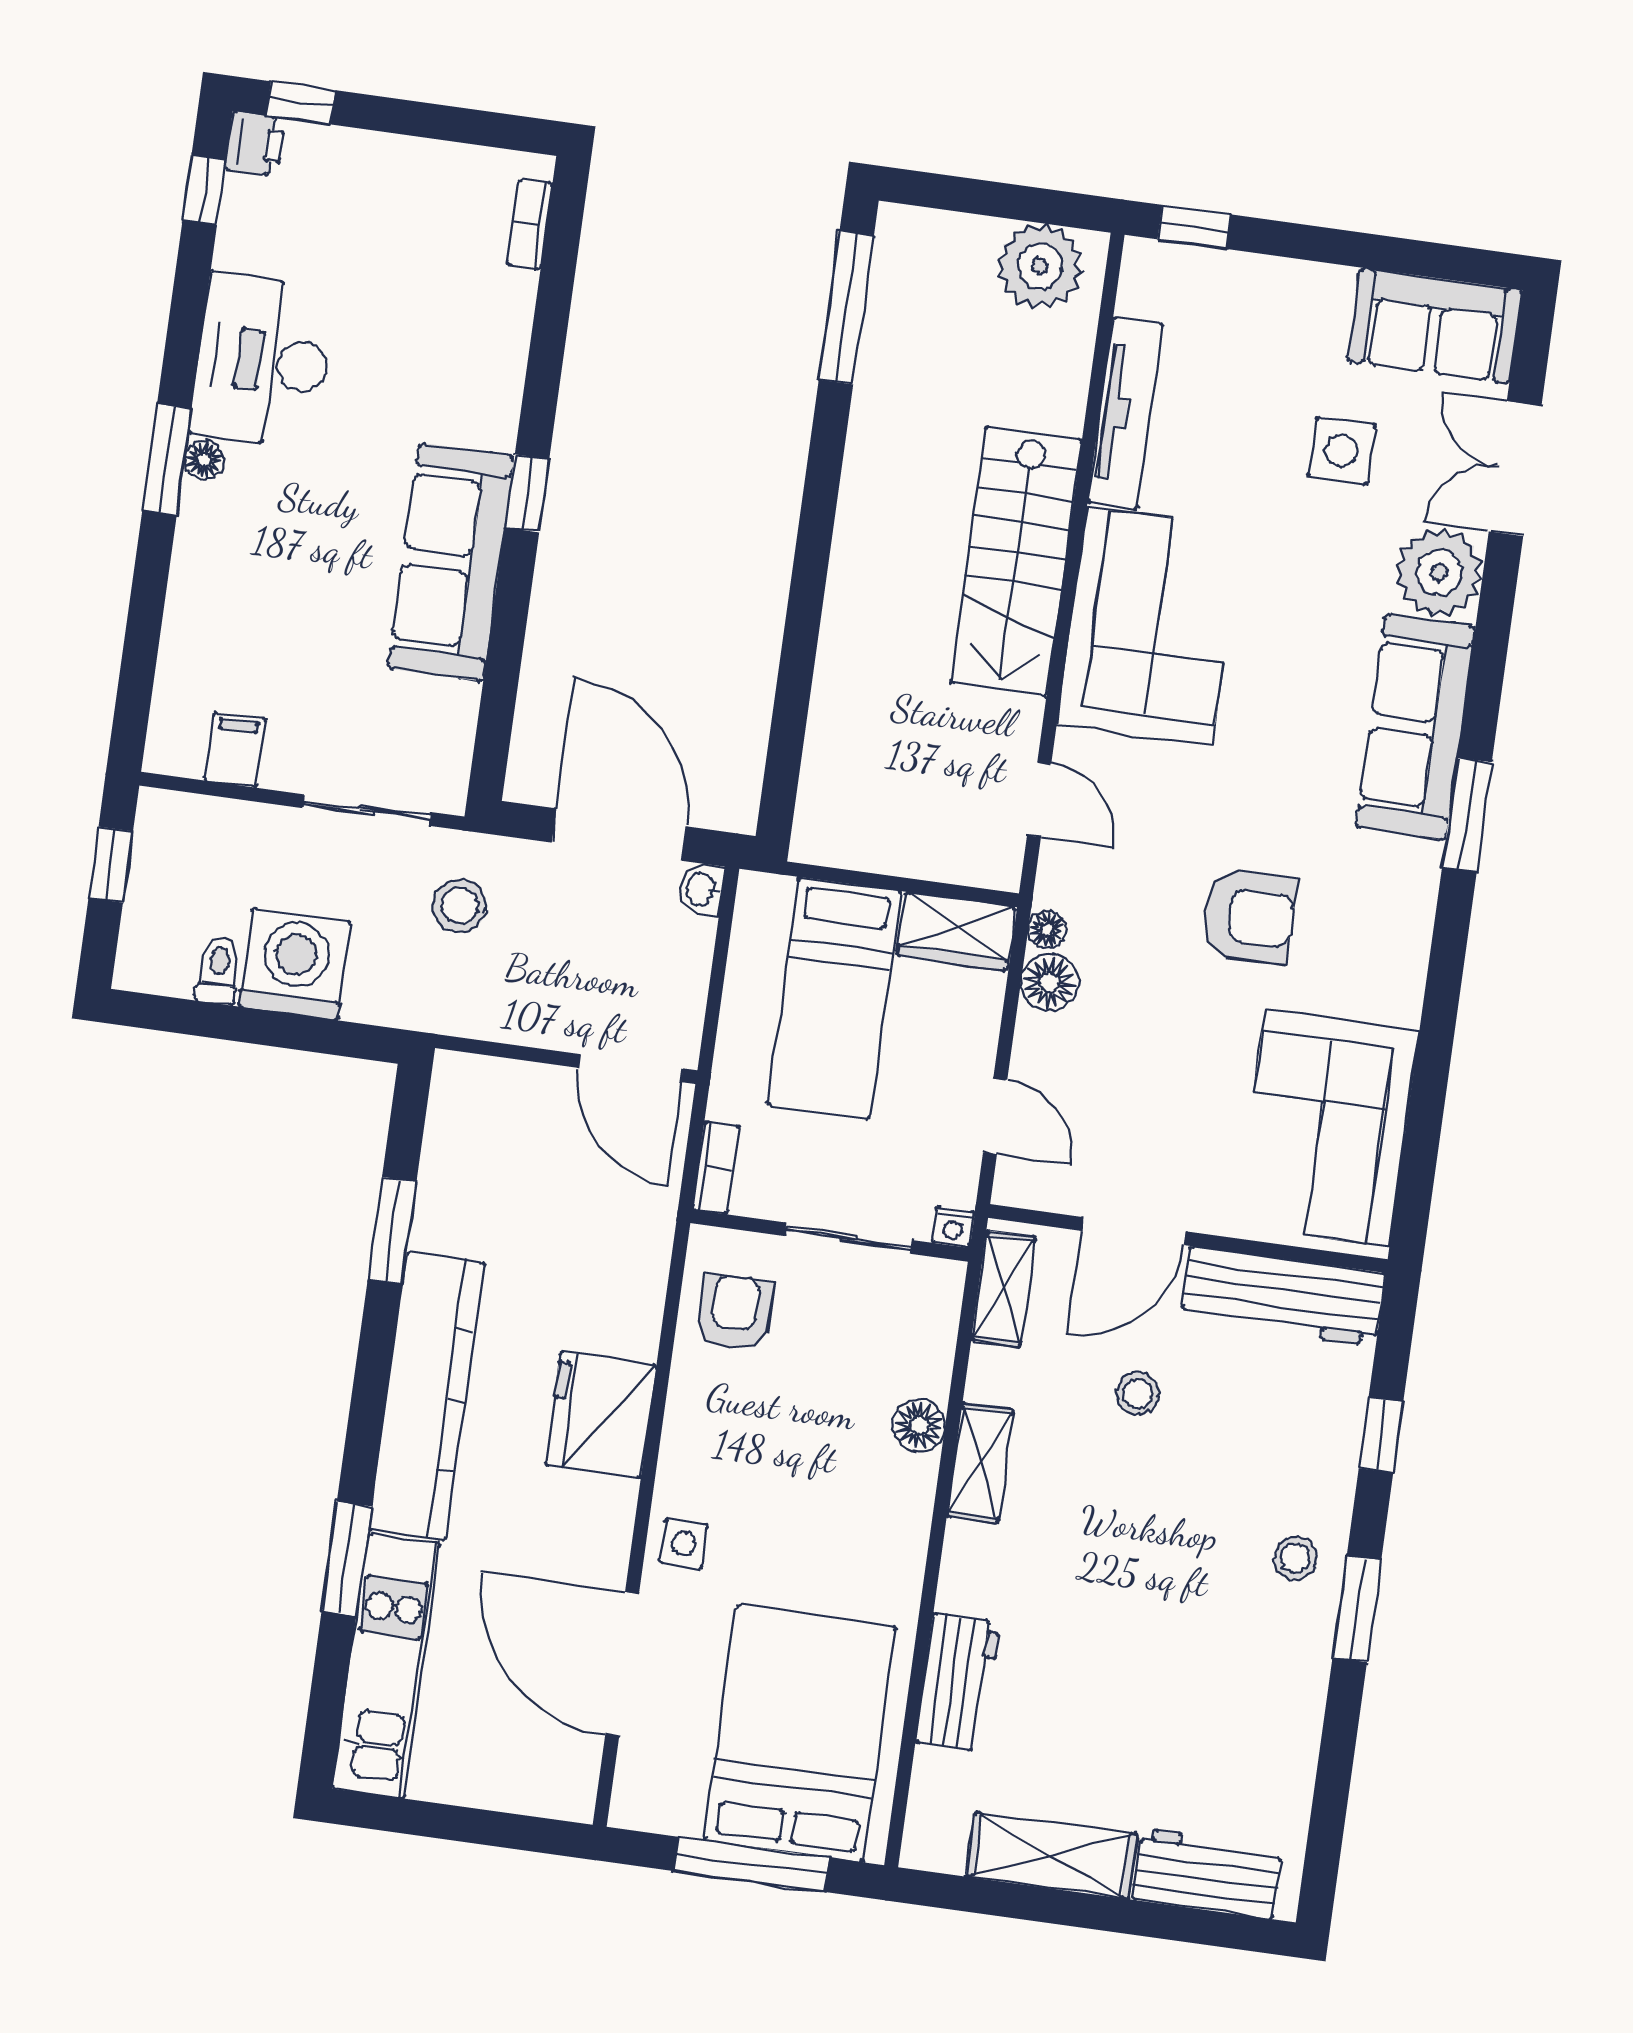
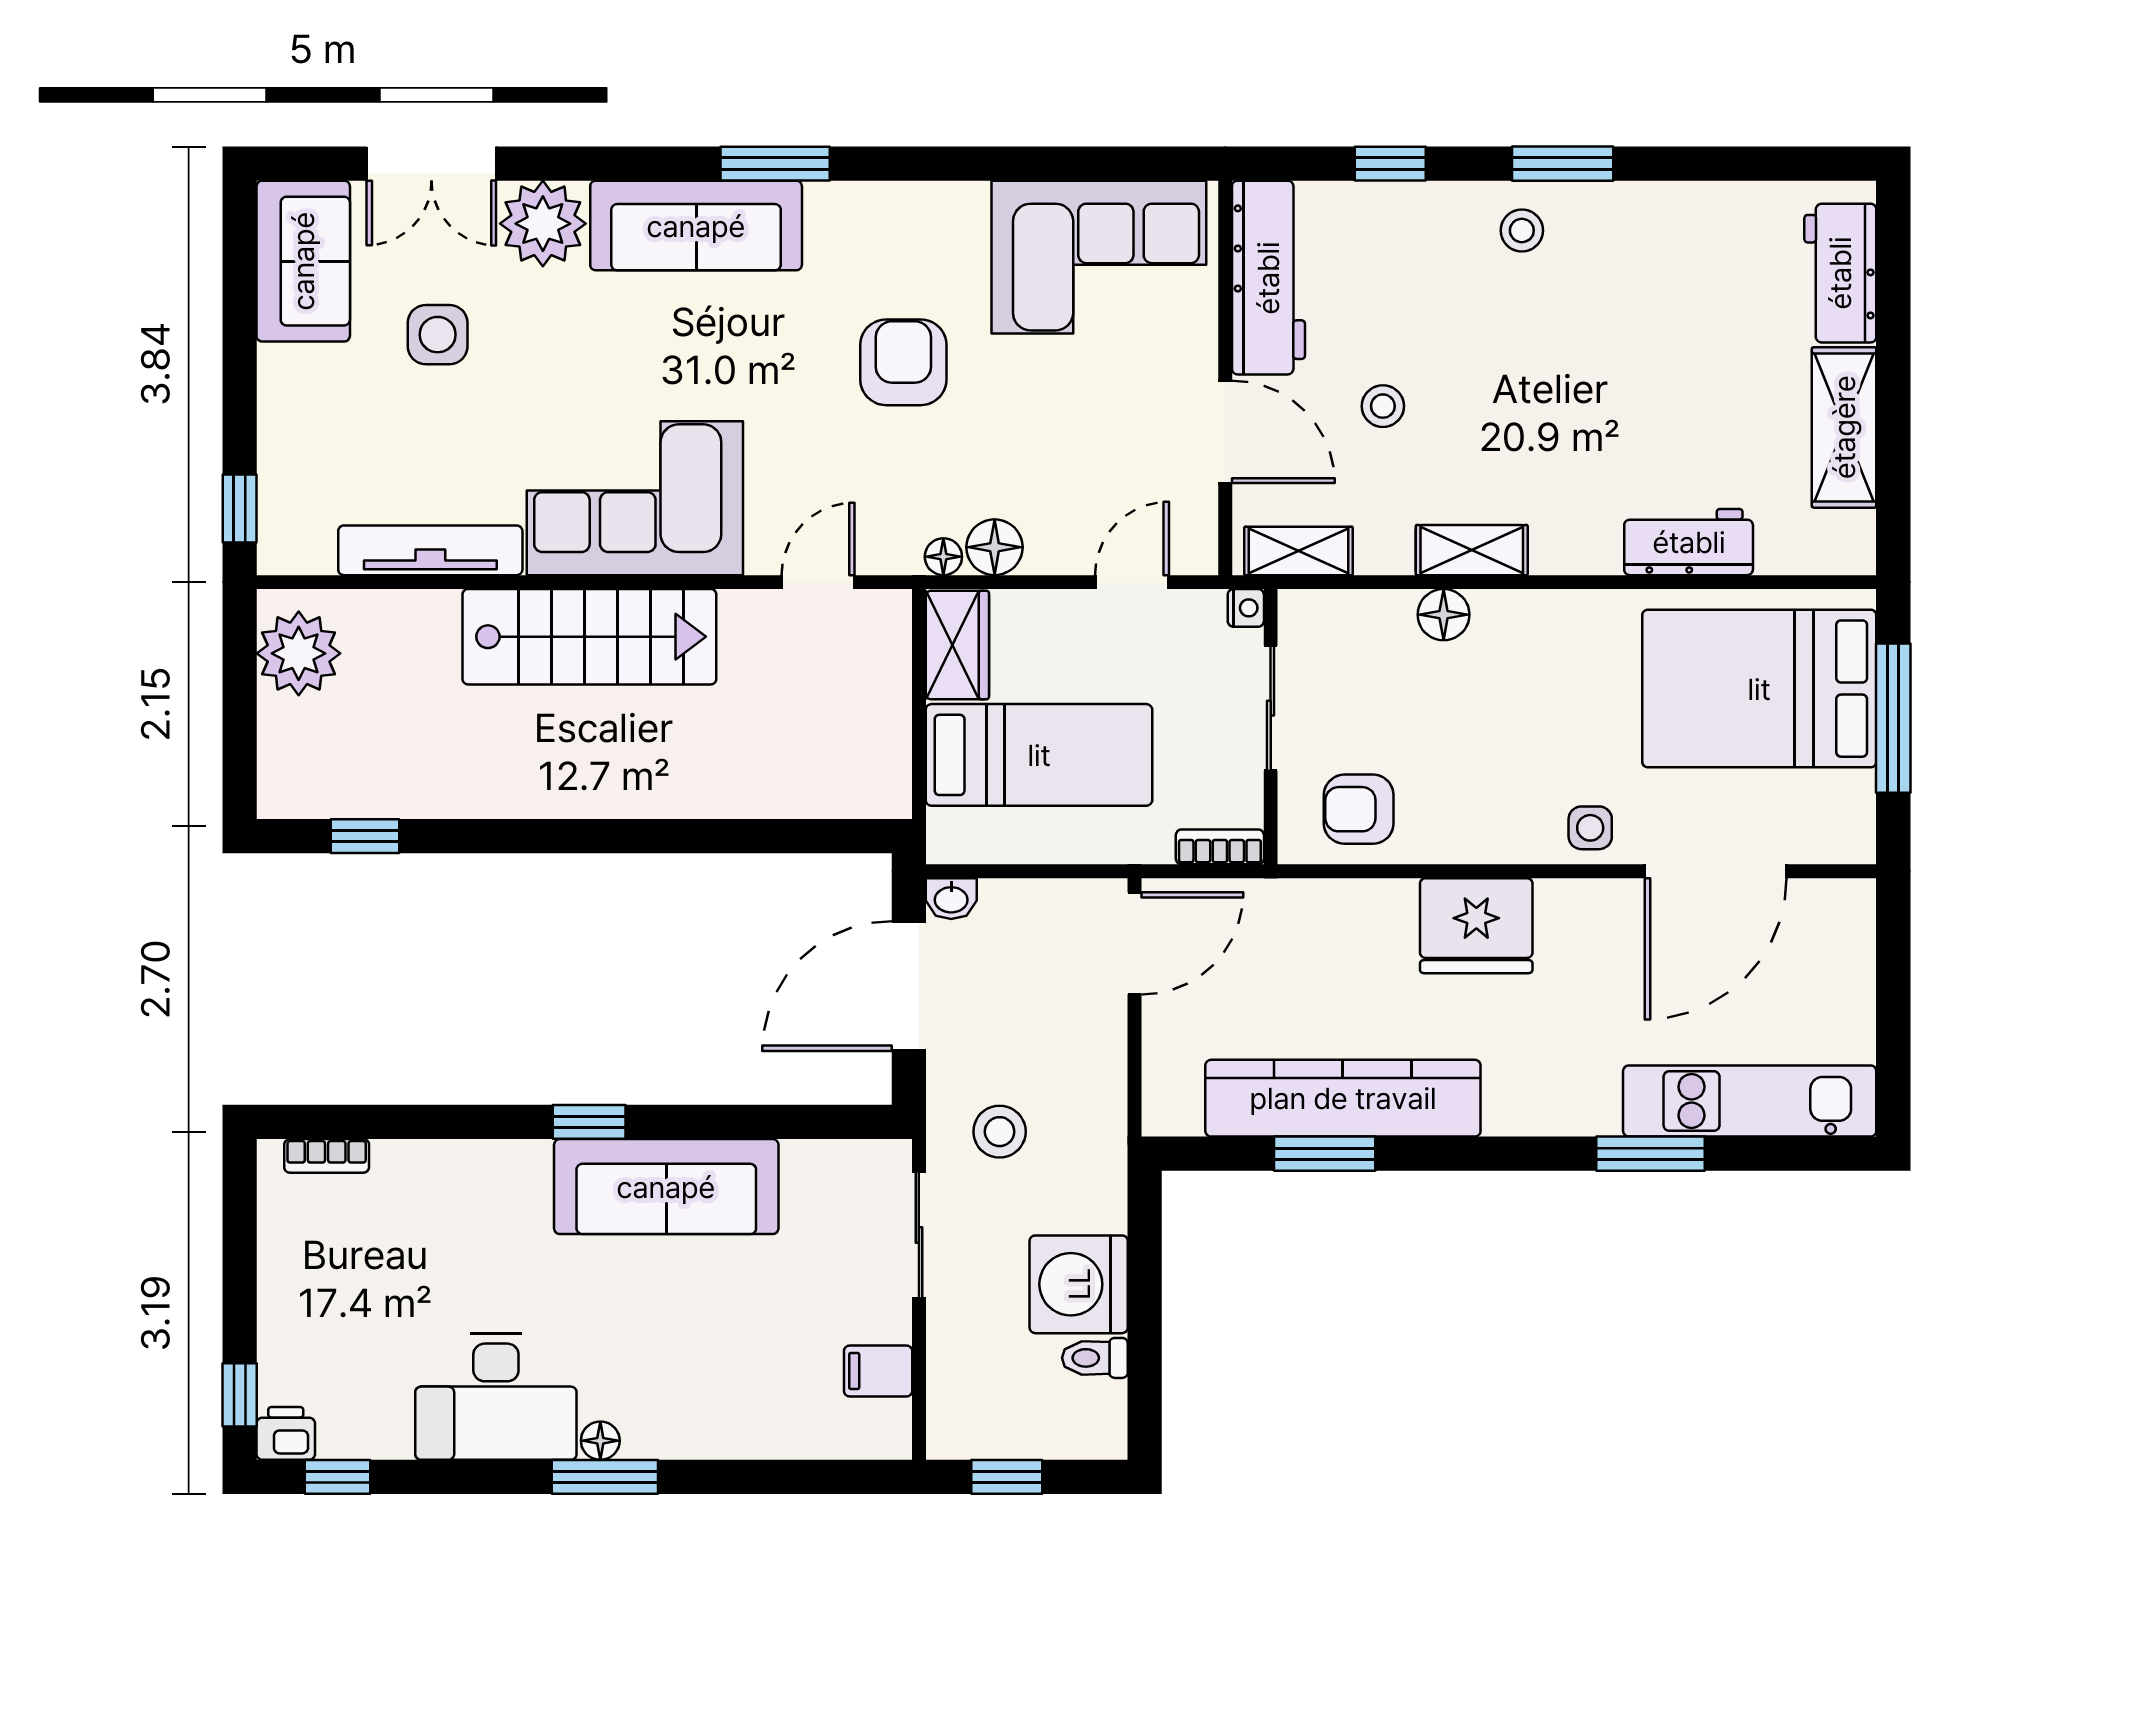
window: (846, 307) -> (365, 836), width x0.46
kitchen counter: (426, 1396) -> (1343, 1098), moved

